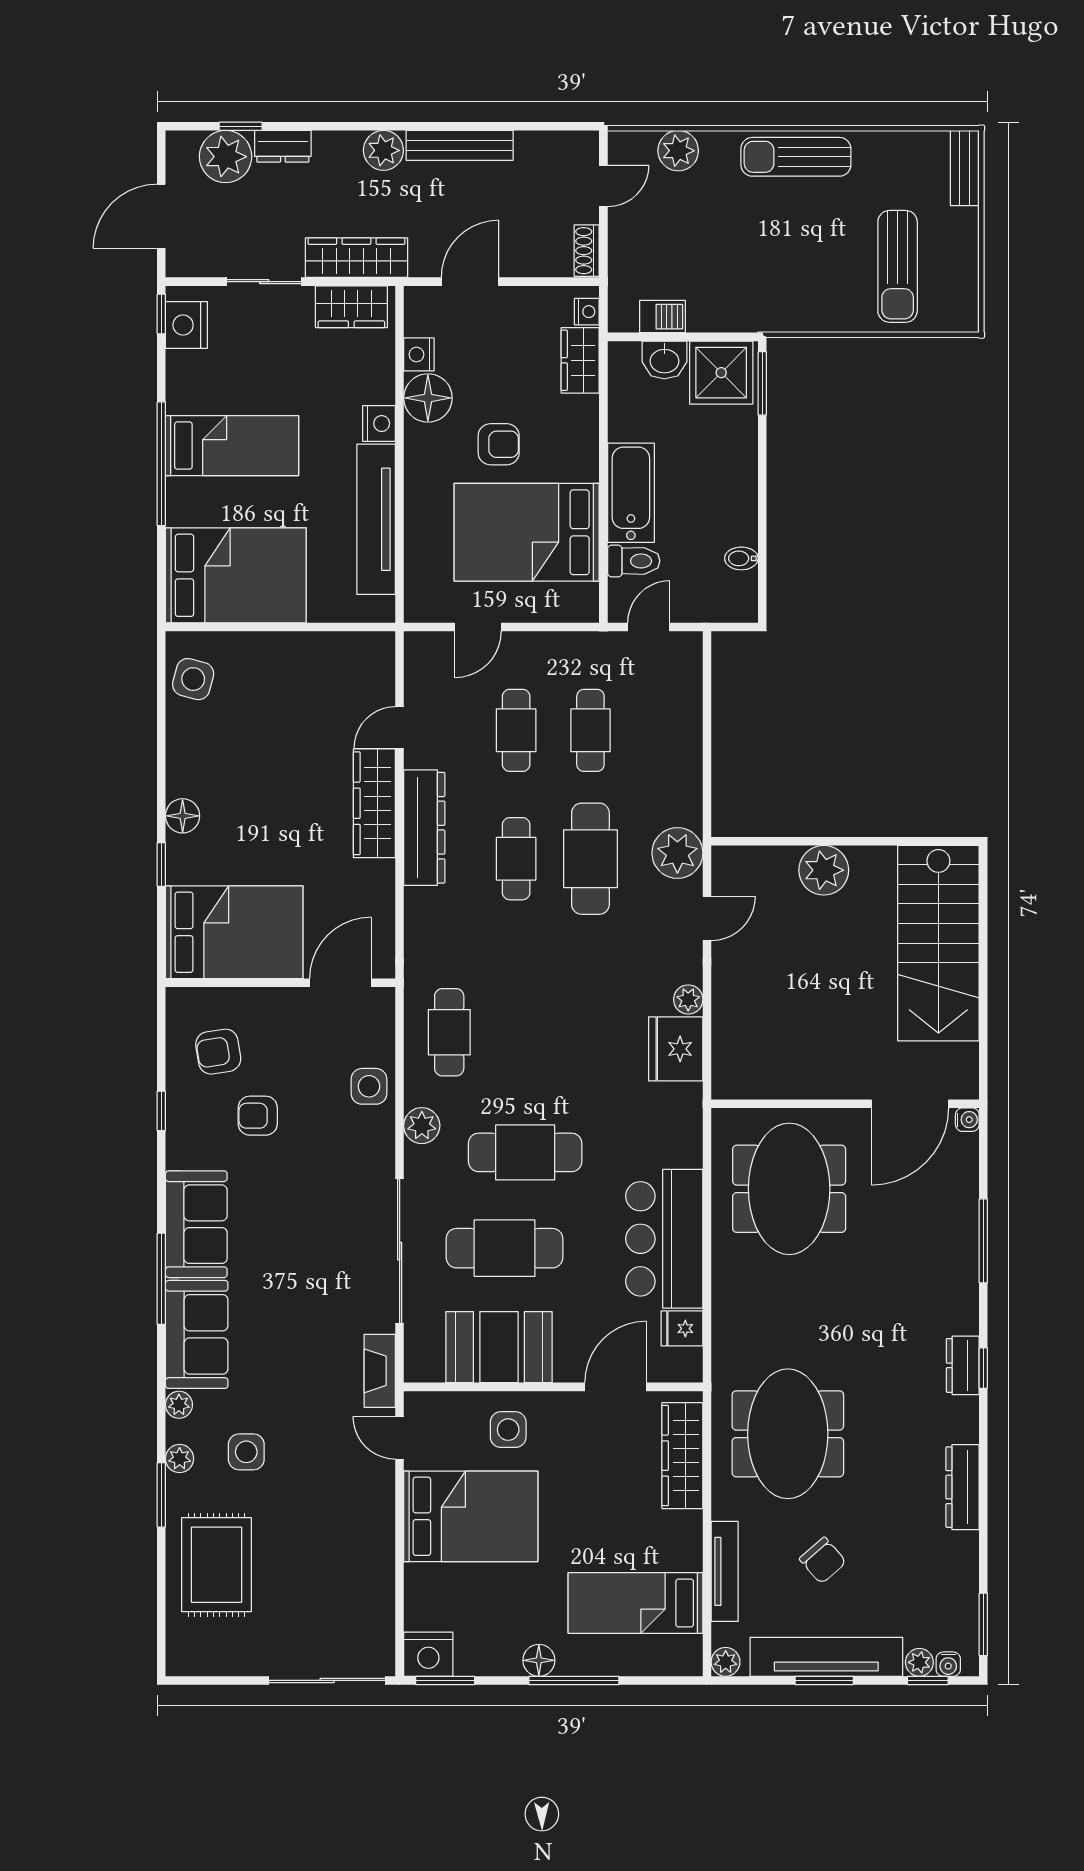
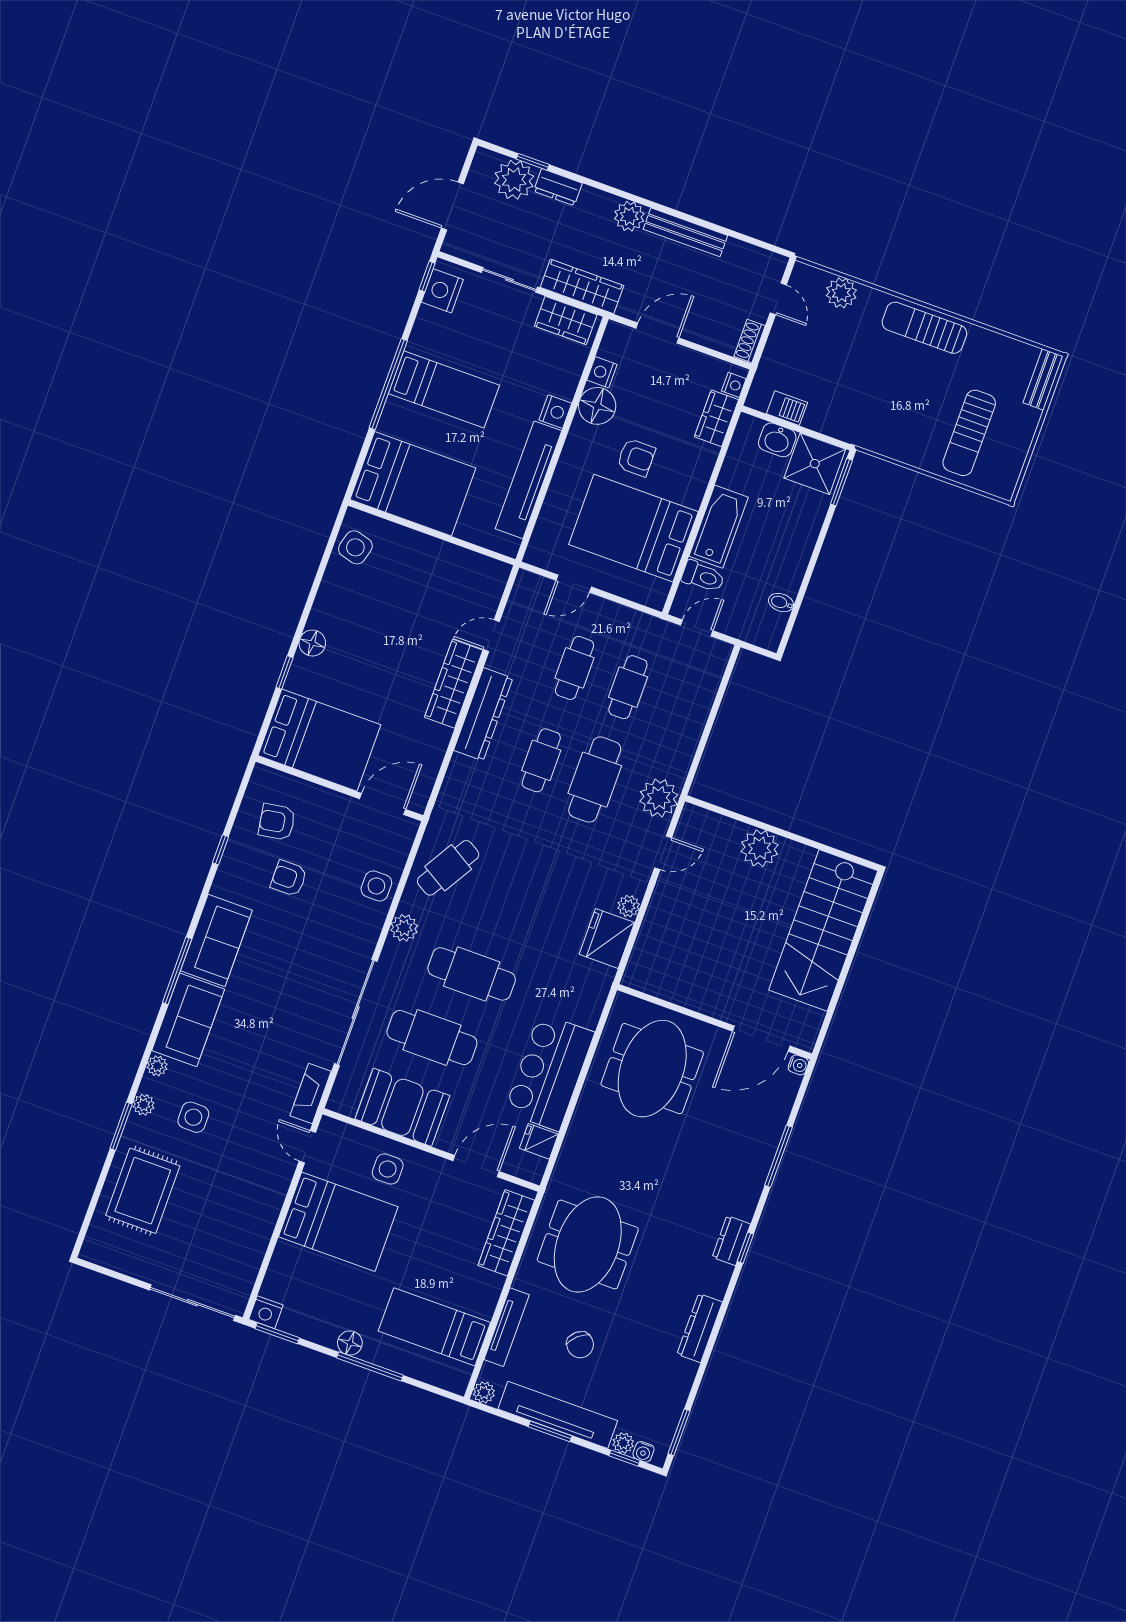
door: (603, 186) -> (778, 299), hinge flipped
cafe table: (449, 1032) -> (448, 868), turned 31
nightstand: (428, 1654) -> (266, 1312), width x0.74, depth x0.75

